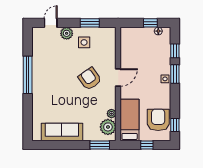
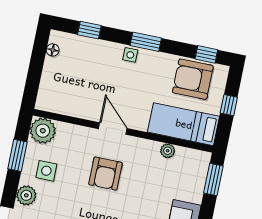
window: (150, 23) -> (37, 60), removed
window: (175, 74) -> (146, 42), moved
armchair: (90, 79) -> (106, 174), turned -55
plant: (108, 127) -> (43, 131), moved

